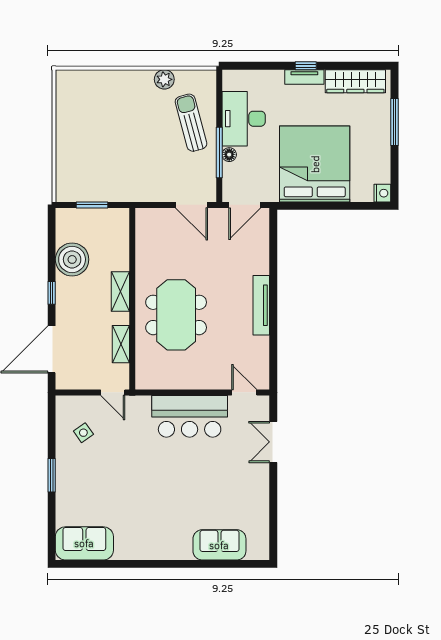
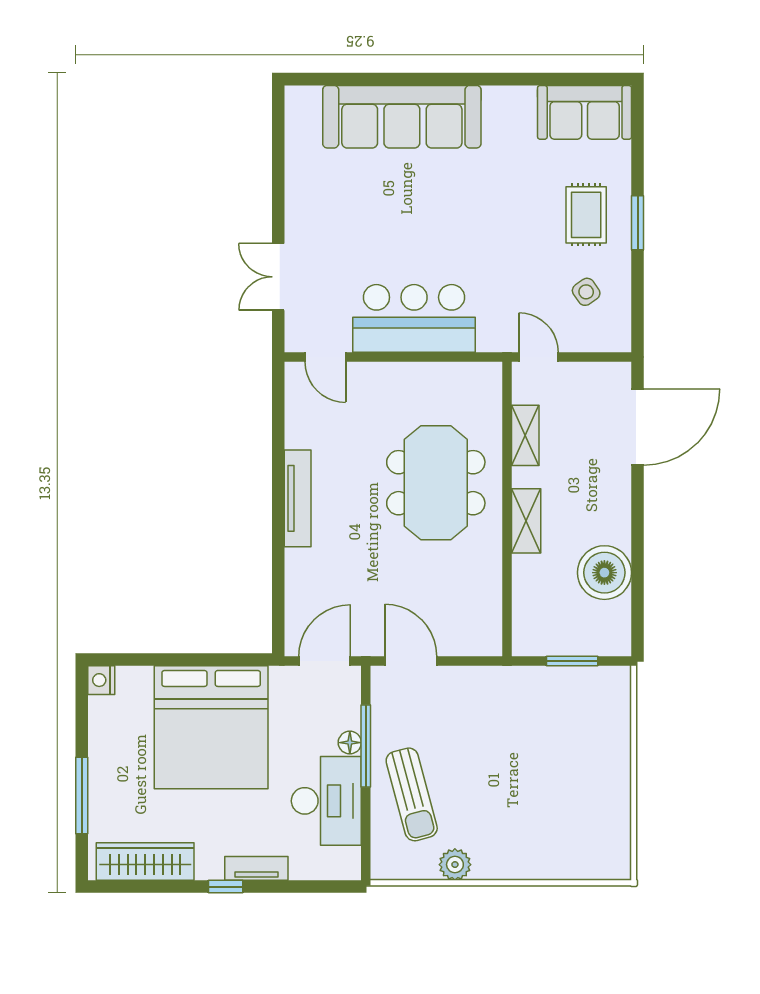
tv unit: (304, 77) -> (256, 868), moved
window: (52, 293) -> (638, 518), removed
double door: (273, 442) -> (278, 277), swing flipped
rug: (83, 480) -> (586, 215), added
sofa: (219, 545) -> (402, 117), width x1.85, depth x1.27

